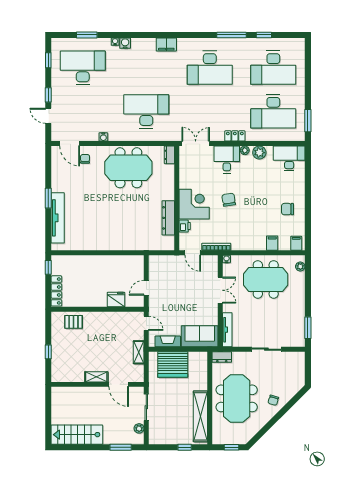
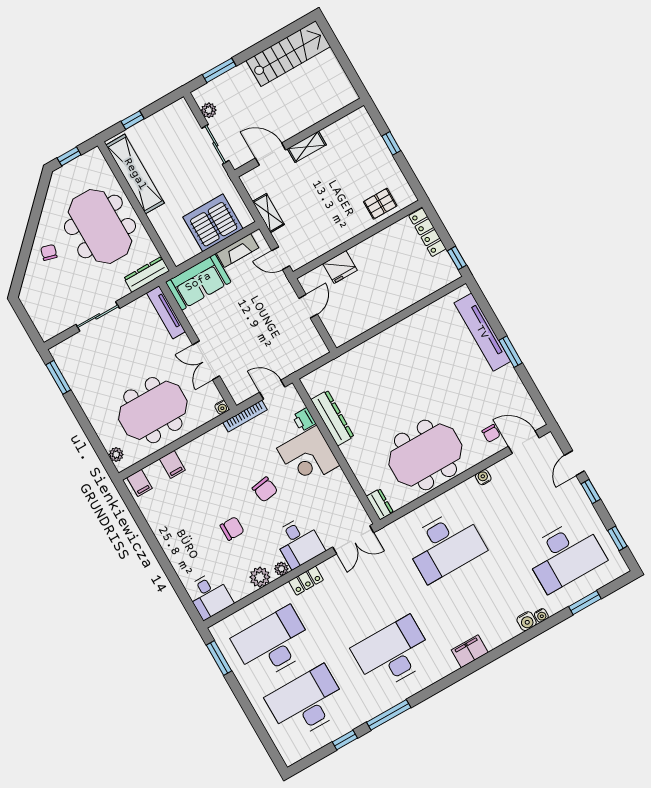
door: (48, 116) -> (574, 463), swing flipped
desk: (289, 158) -> (209, 596), width x0.73
chair: (287, 209) -> (232, 529), moved
dresser: (222, 357) -> (147, 274), width x1.44

